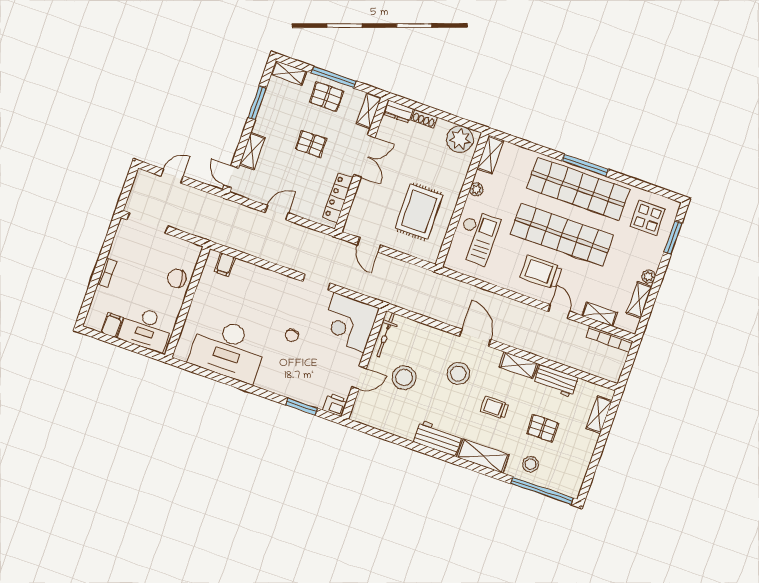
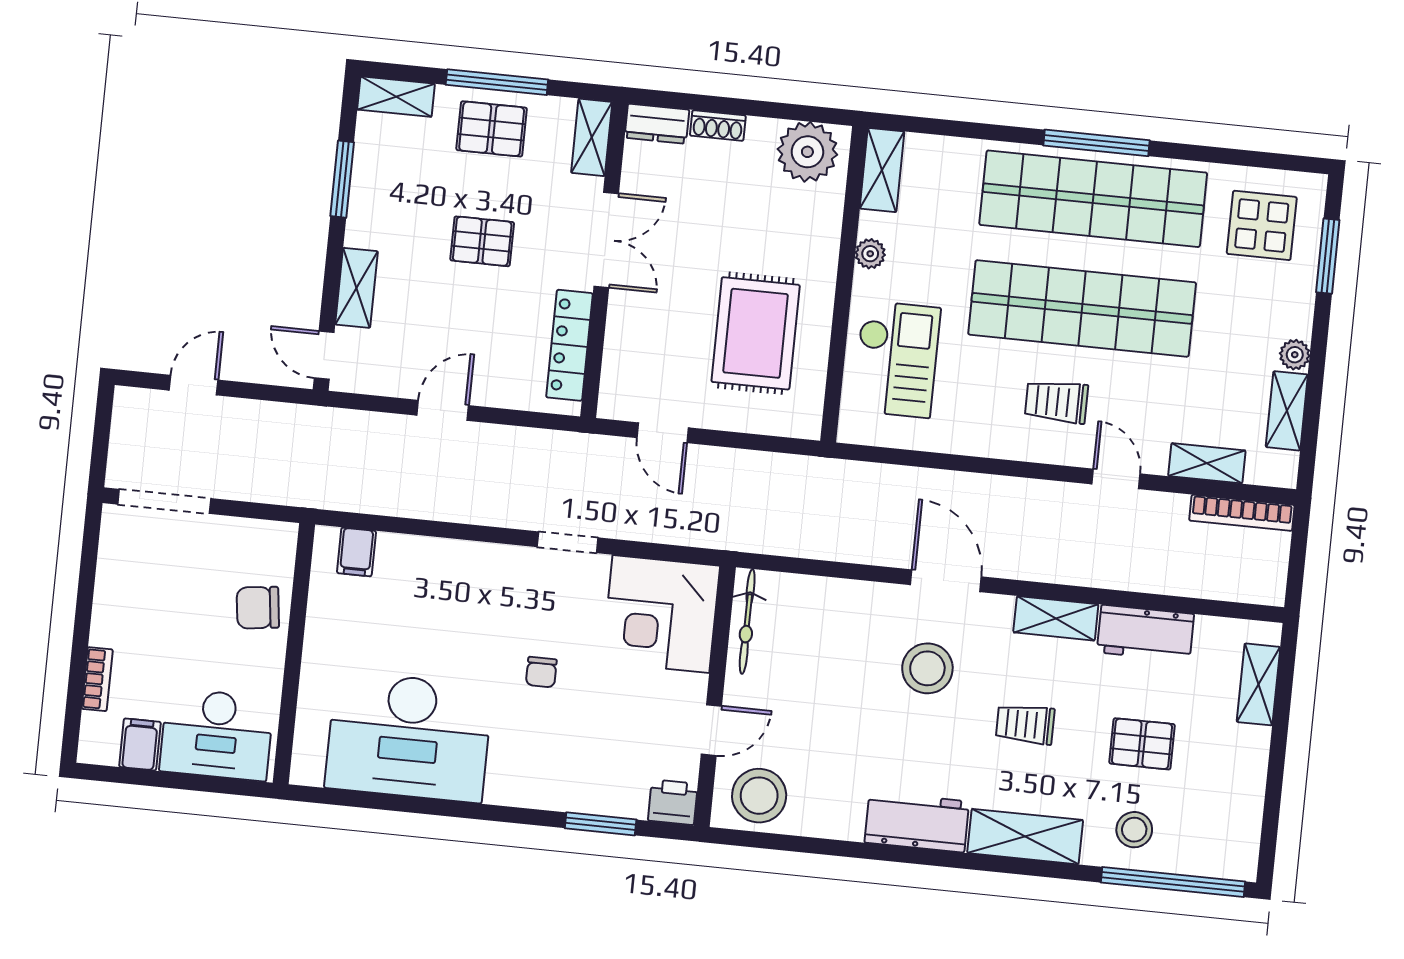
trolley: (541, 272) -> (1056, 402), width x0.73, depth x0.72
bookcase: (107, 273) -> (97, 679), moved
stool: (404, 378) -> (759, 796), moved

